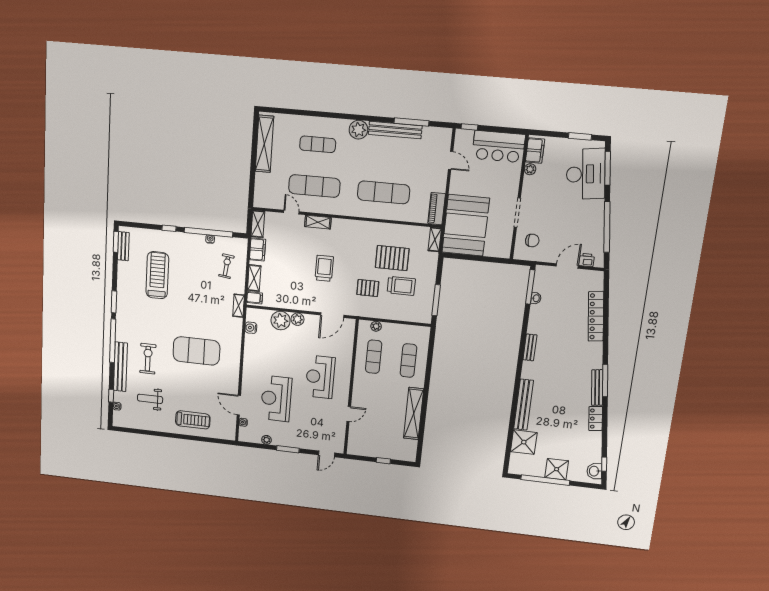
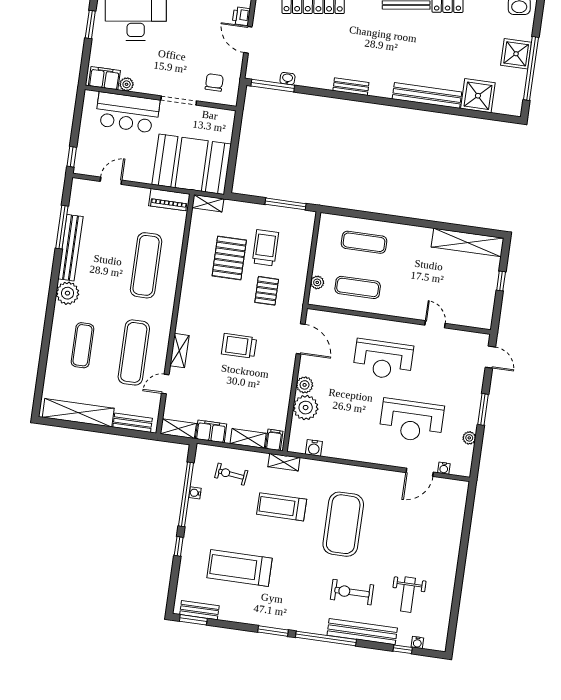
bar counter: (499, 147) -> (127, 112), moved, turned 90
bench: (260, 188) -> (133, 423), added
shelving: (414, 414) -> (468, 243), moved
treadmill: (193, 420) -> (282, 507), moved, turned -90

